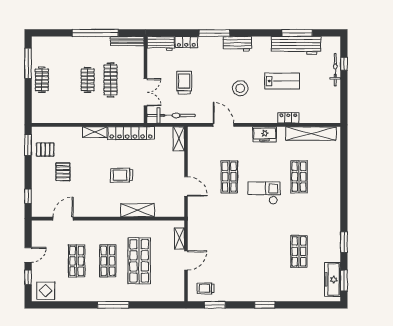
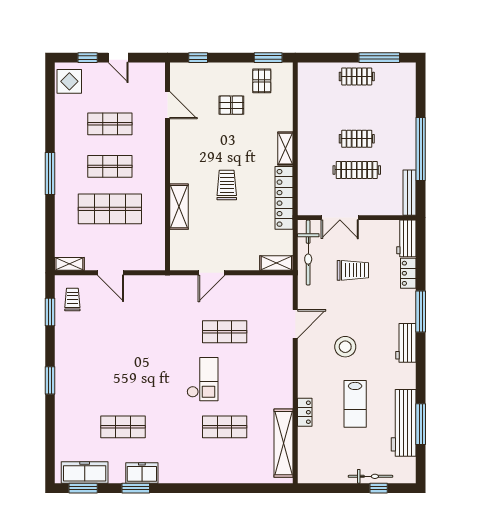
freezer: (265, 134) -> (142, 473), moved, turned 90
shelving: (179, 239) -> (69, 264), moved

